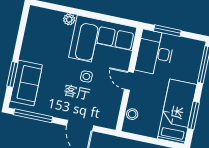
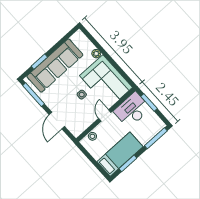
sofa: (26, 83) -> (55, 66), width x1.85, depth x1.27

